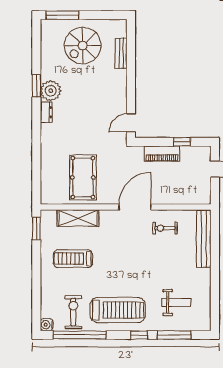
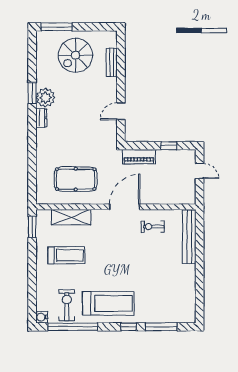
door: (131, 123) -> (121, 111), moved
piano: (162, 154) -> (139, 157), moved
pool table: (83, 178) -> (76, 179), turned 90
treadmill: (73, 259) -> (66, 255), turned 180
weight bench: (176, 302) -> (163, 296), removed

